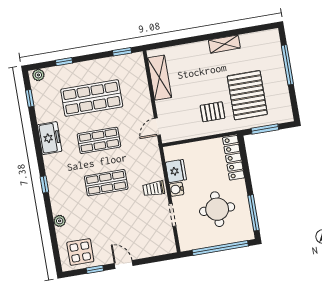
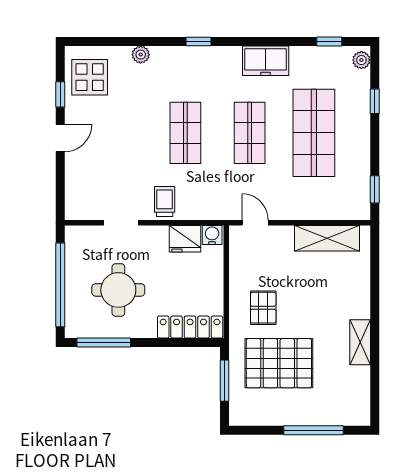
water cooler: (176, 189) -> (212, 235), moved

